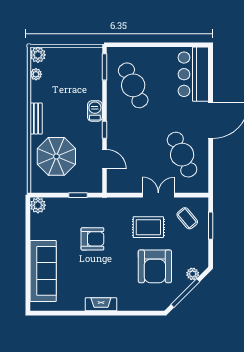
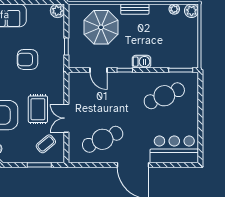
door: (104, 159) -> (99, 70), hinge flipped
double door: (158, 195) -> (66, 118), swing flipped
armchair: (92, 239) -> (27, 59), turned 90

